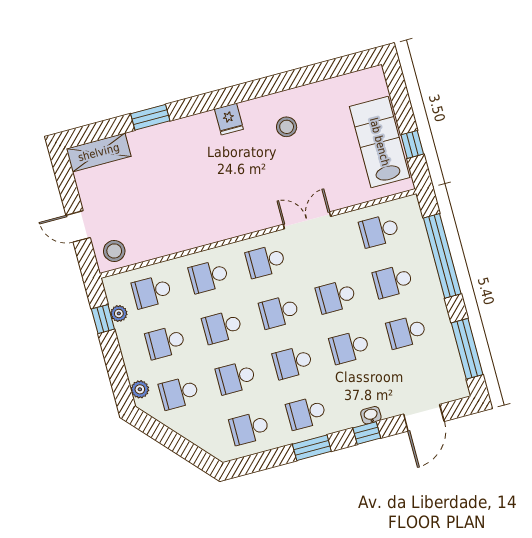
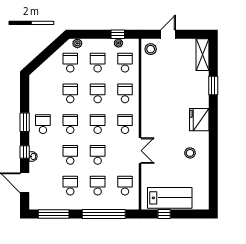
fridge: (229, 119) -> (199, 120), width x1.88, depth x1.34
school desk: (249, 428) -> (43, 93), removed

